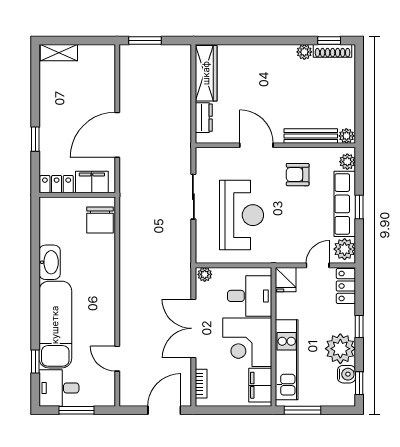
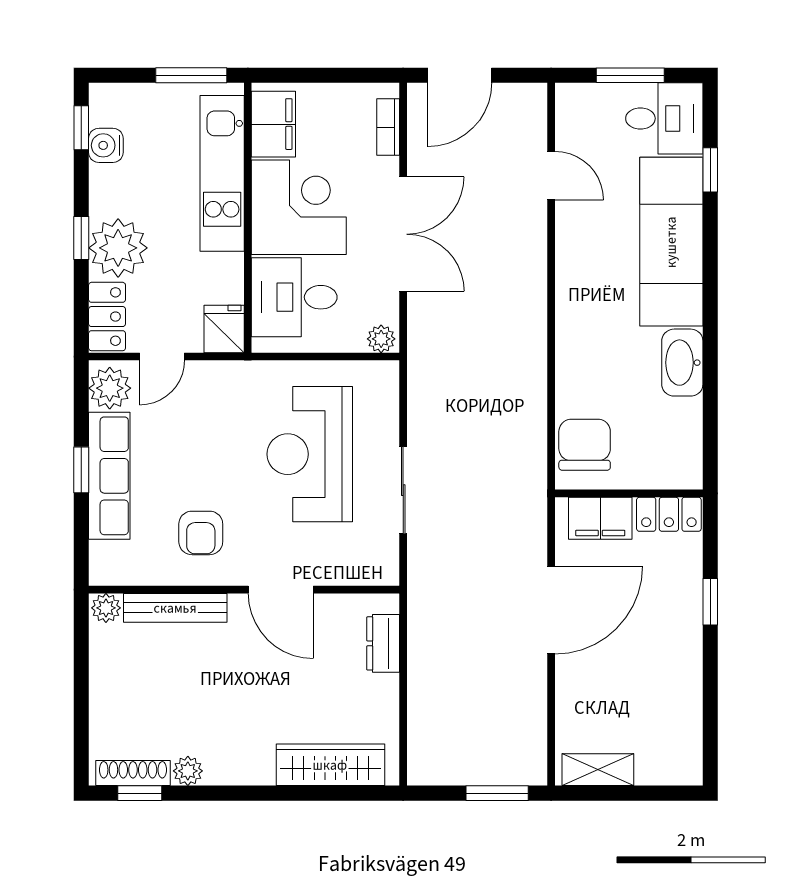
shelving: (59, 53) -> (598, 770), moved
wardrobe: (206, 73) -> (330, 765), moved, turned 90
plant: (347, 162) -> (104, 558), removed
armchair: (298, 175) -> (201, 533), turned 90
plant: (340, 349) -> (118, 248), moved

